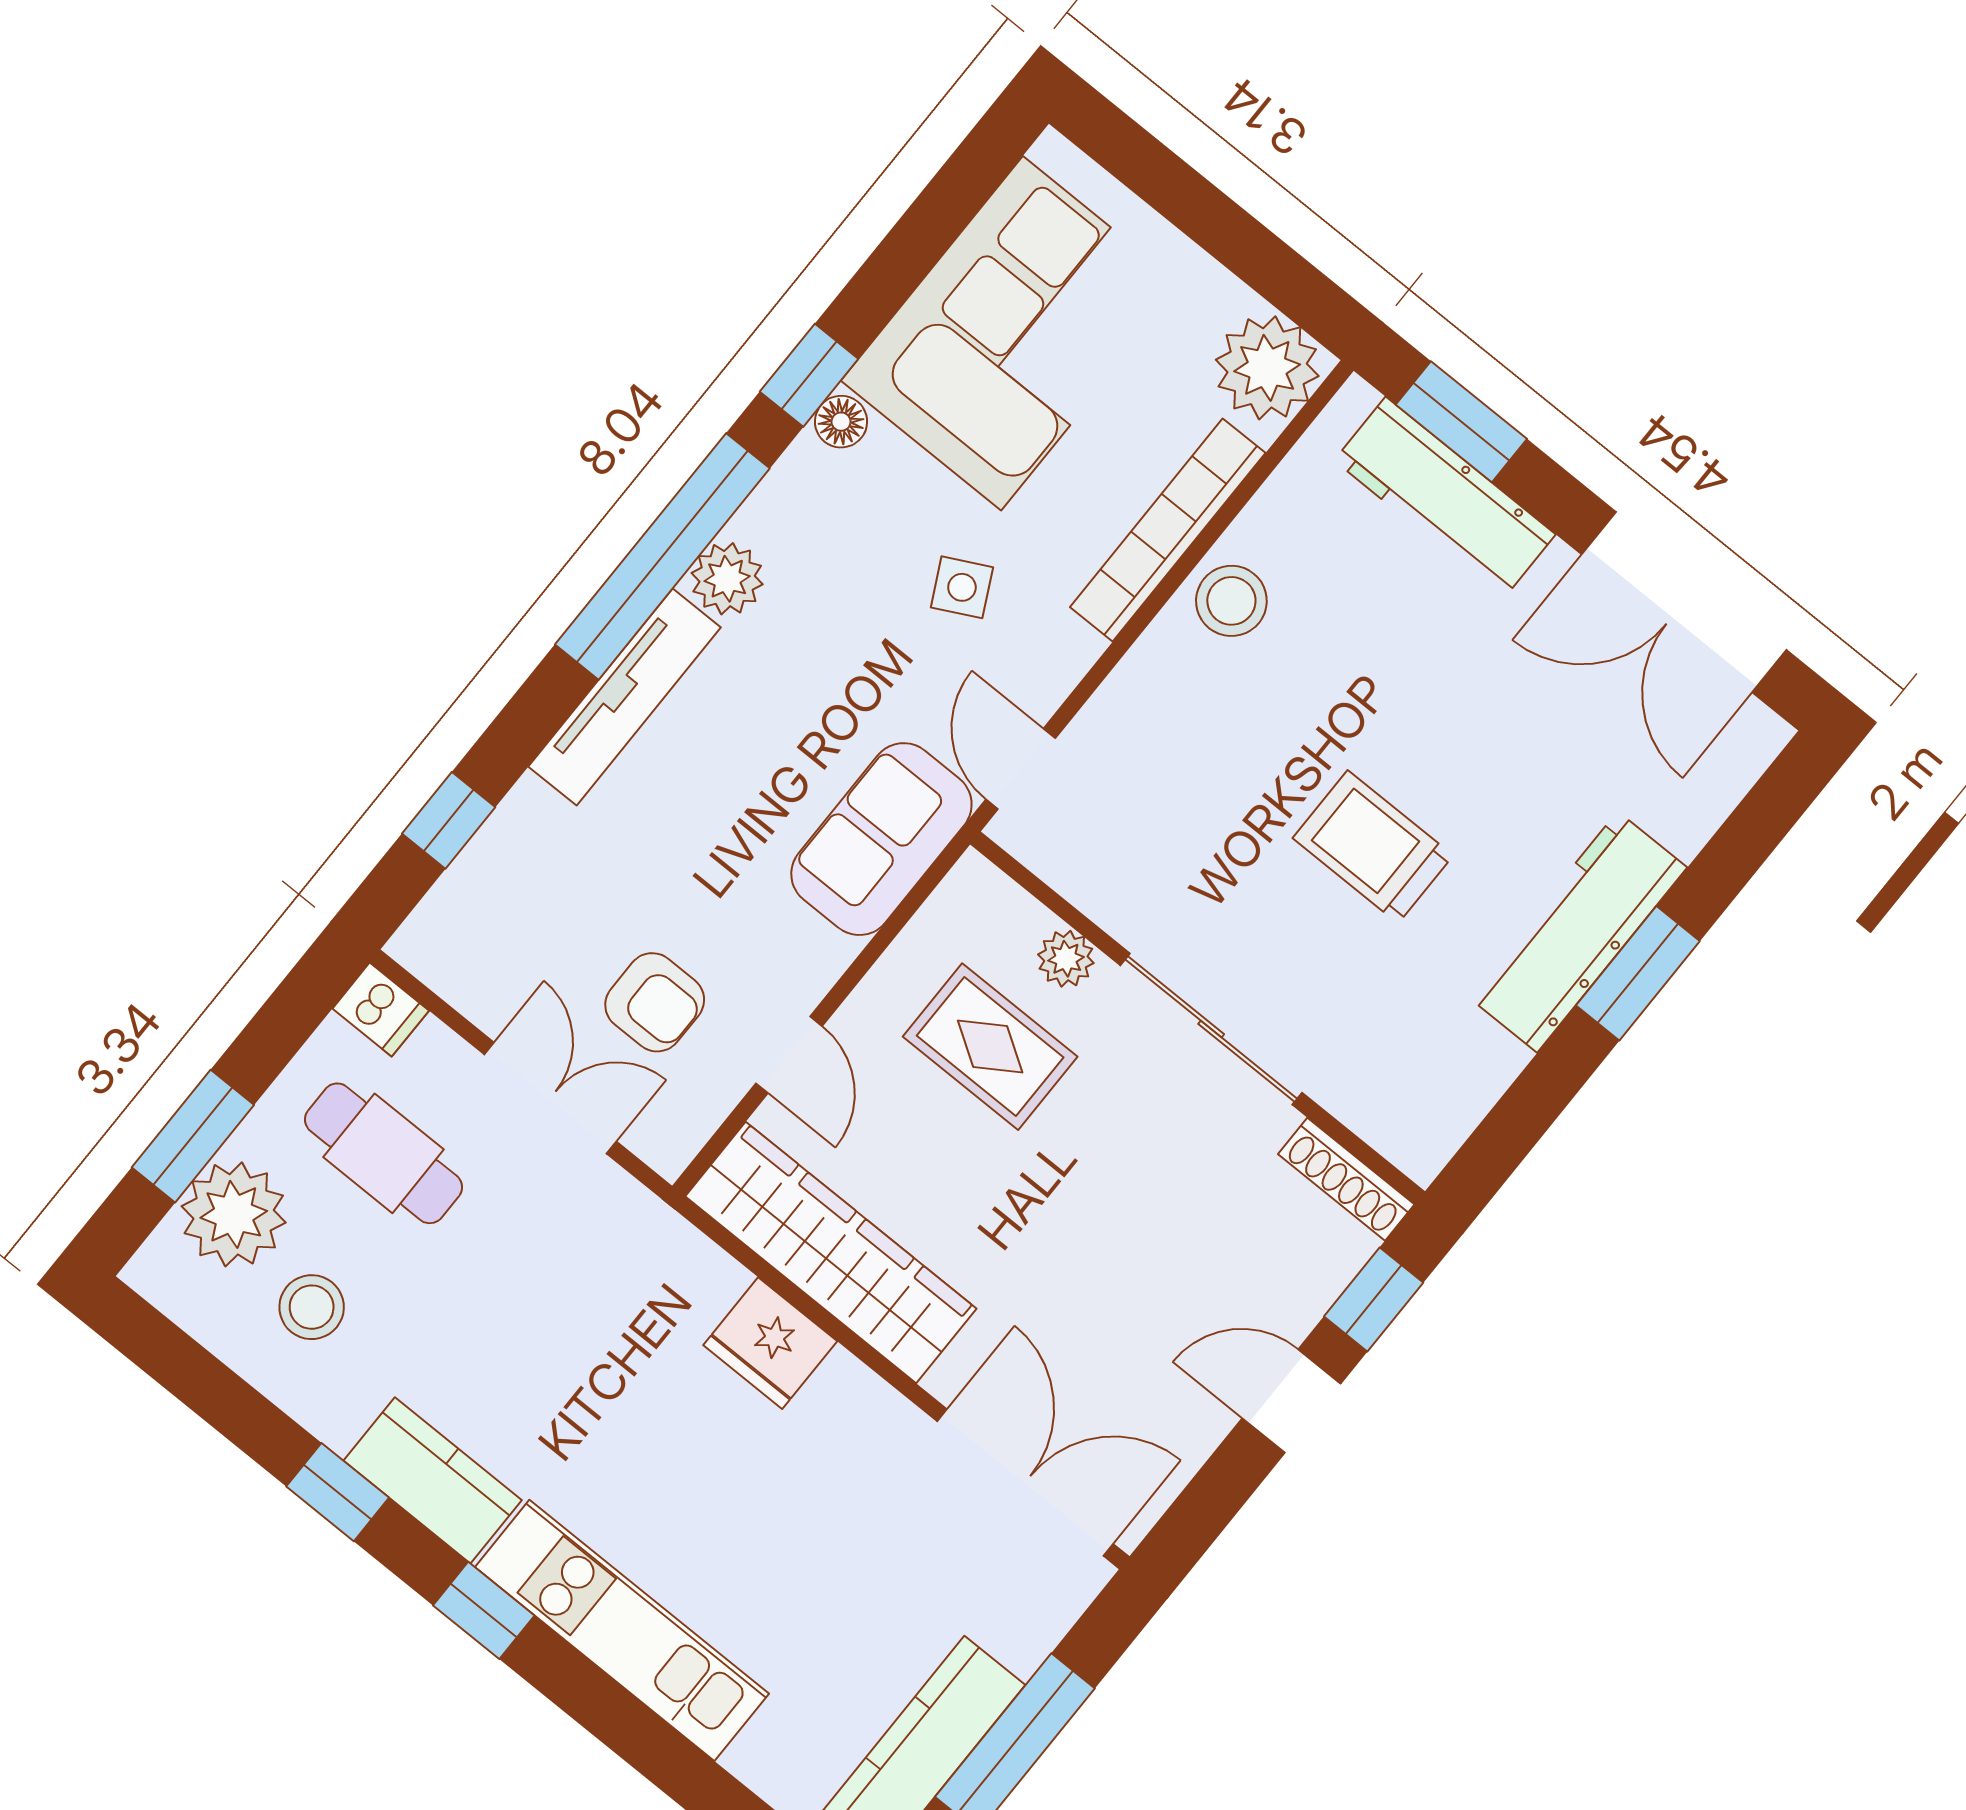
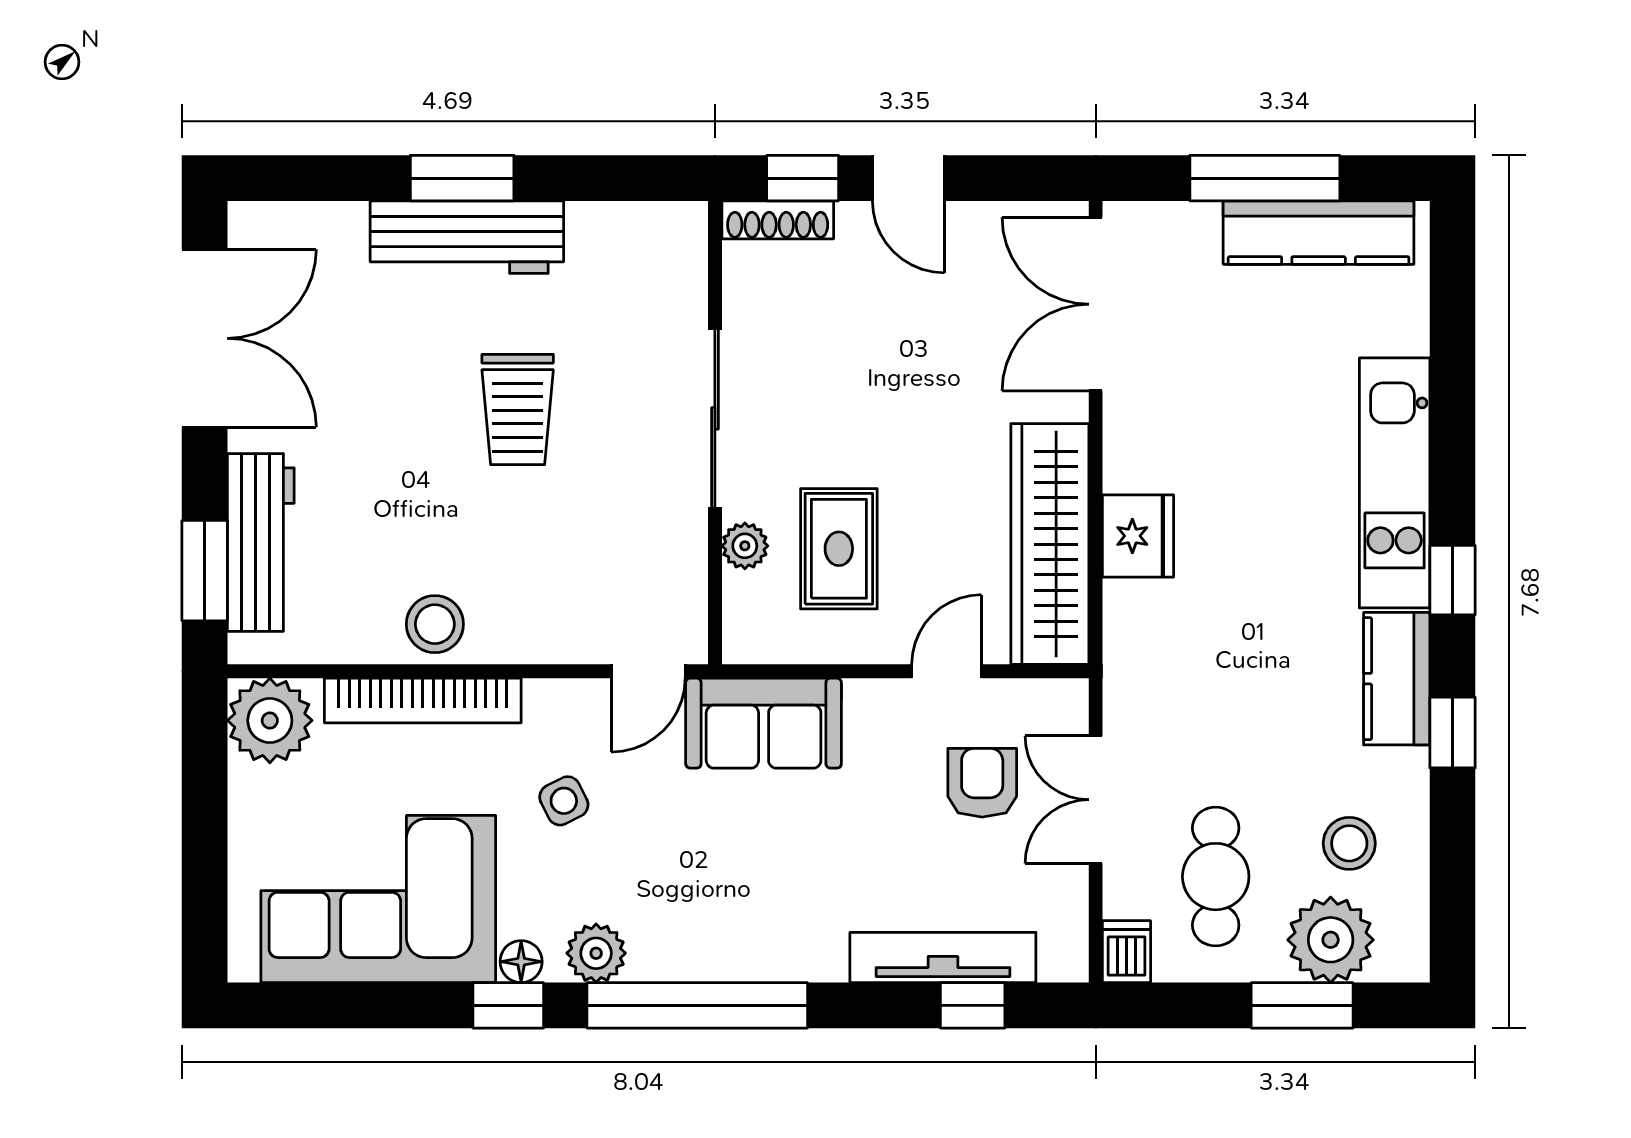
plant: (727, 579) -> (596, 953), moved
tv unit: (625, 697) -> (943, 957), moved
shoe rack: (1346, 1179) -> (778, 220), moved, turned 90

